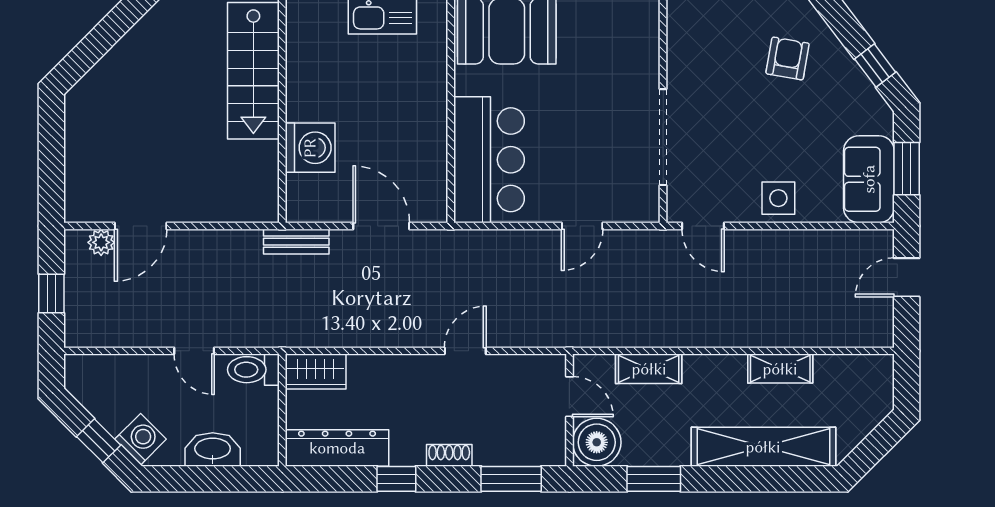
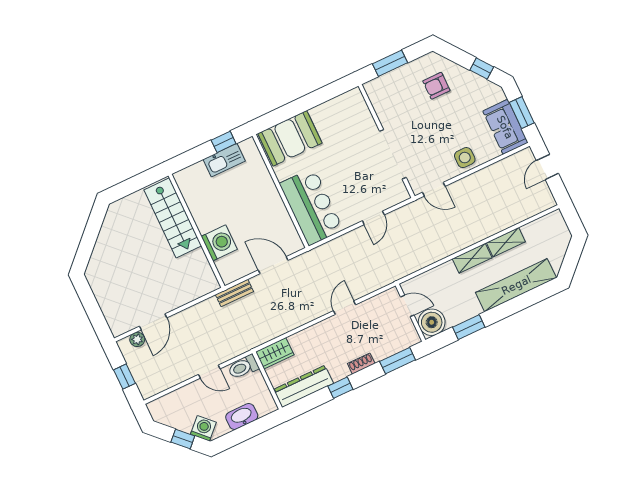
armchair: (788, 58) -> (436, 86), turned -100
shelving: (649, 369) -> (472, 258), moved

